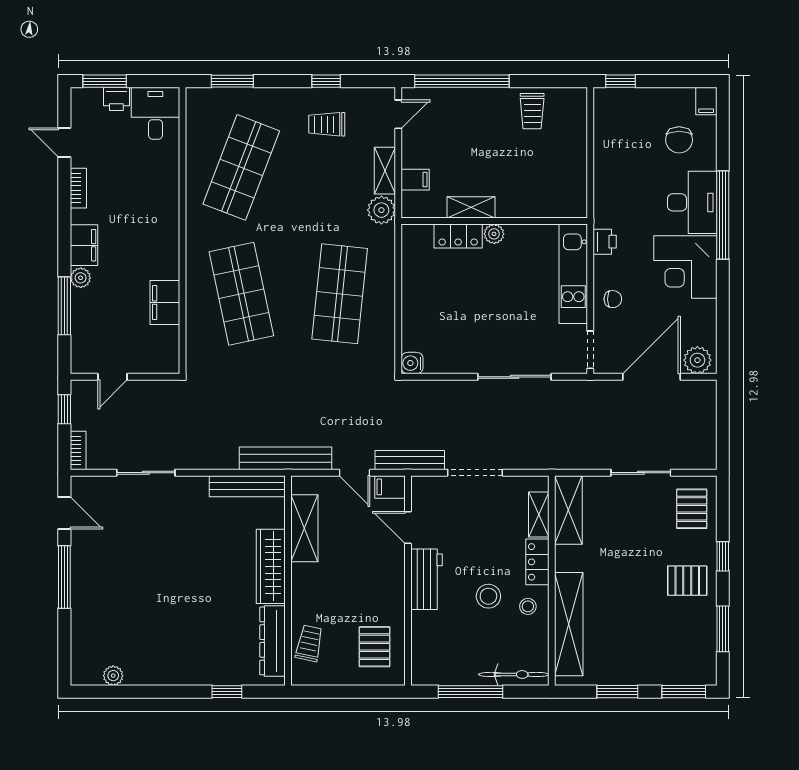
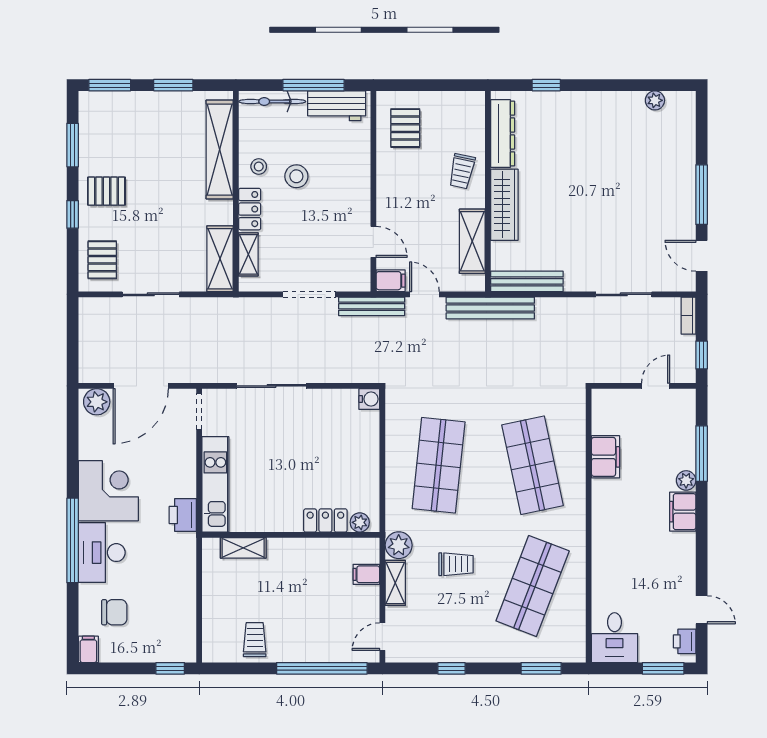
printer: (116, 99) -> (685, 641), moved, turned -90
trolley: (327, 124) -> (456, 564), moved
chair: (679, 140) -> (114, 612), turned 90
bookcase: (78, 188) -> (688, 566), removed
shelving: (471, 207) -> (243, 548), moved
plant: (494, 234) -> (360, 522), moved
printer: (605, 242) -> (183, 515), width x1.36, depth x1.24
chair: (613, 299) -> (178, 460), removed
workbench: (426, 579) -> (337, 106), moved, turned -90
trolley: (309, 643) -> (462, 171), moved

